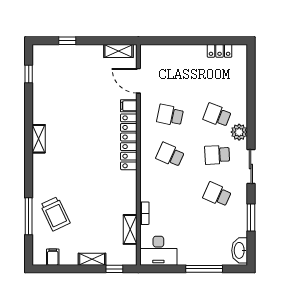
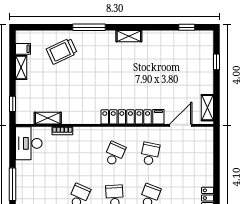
window: (29, 216) -> (89, 27), moved
shelving: (92, 259) -> (21, 68), moved

